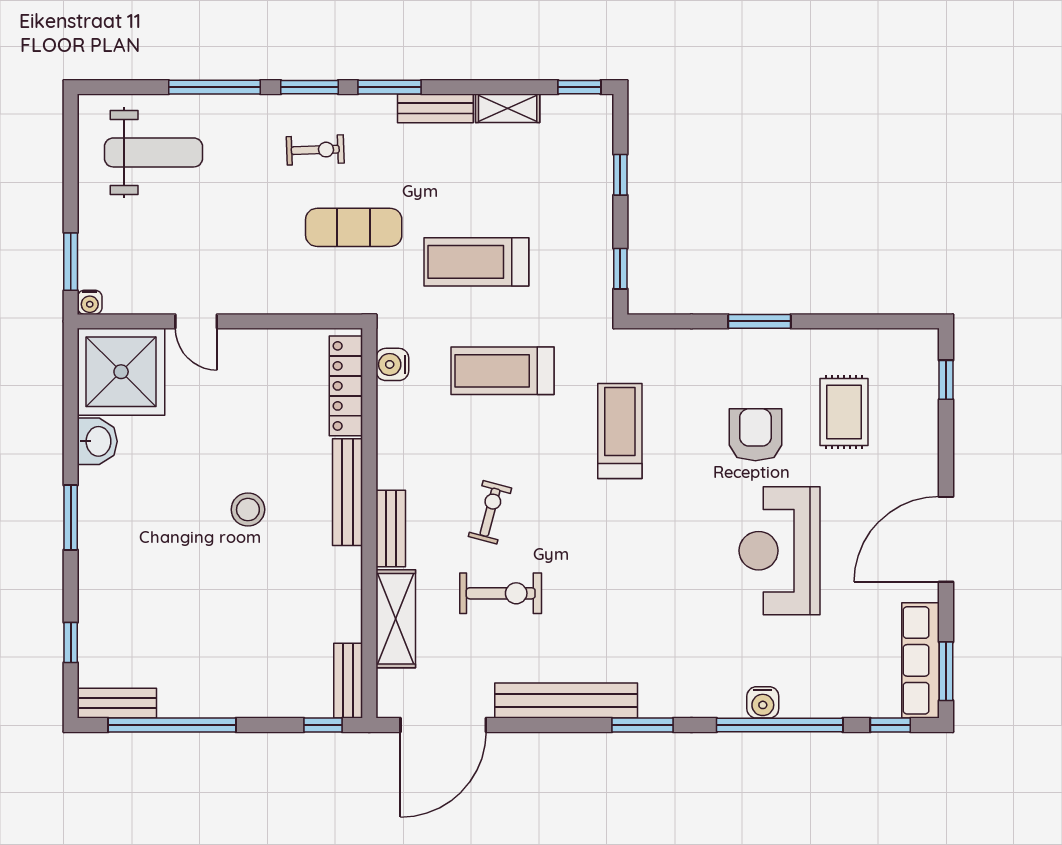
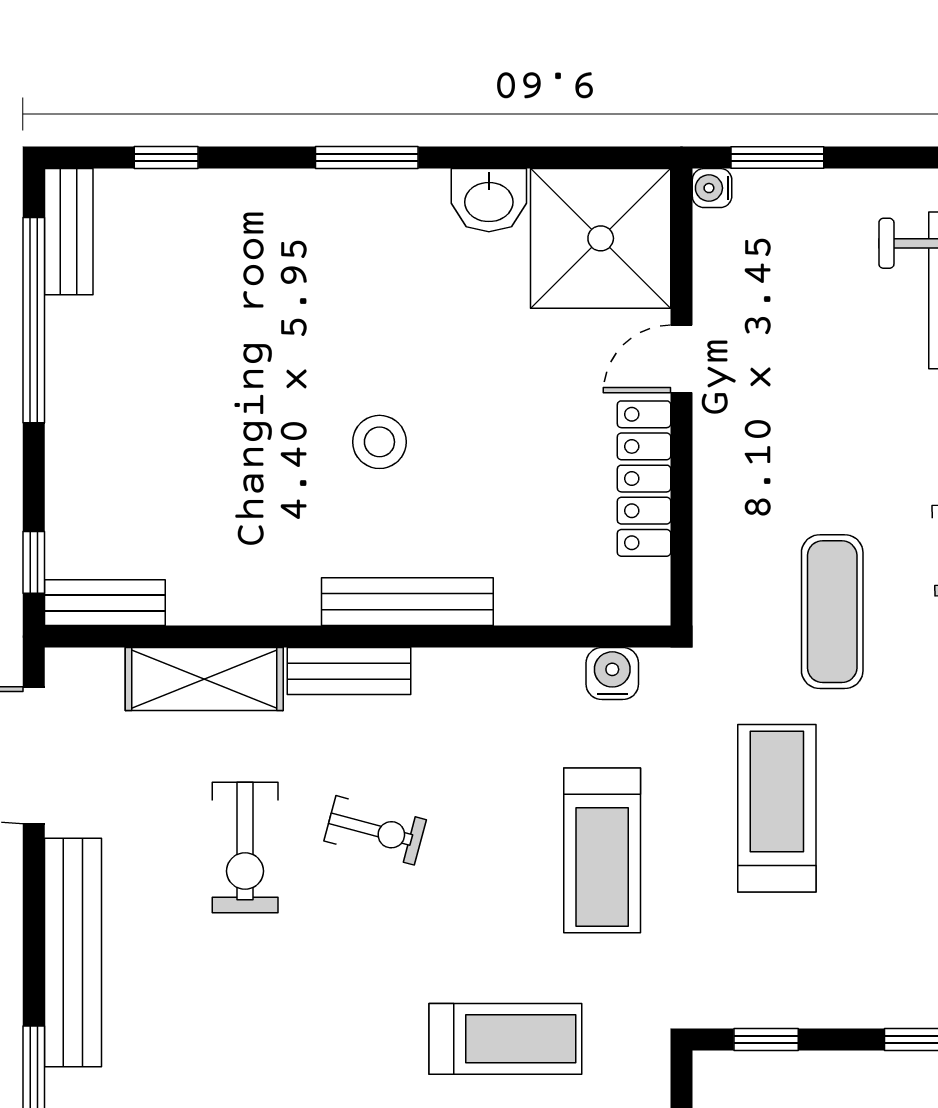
treadmill: (503, 371) -> (602, 850), turned 180
locker: (346, 386) -> (644, 479), moved, turned -90

